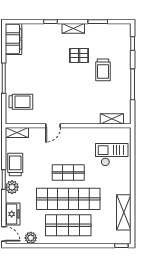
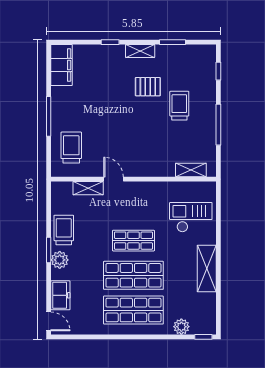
trolley: (103, 70) -> (179, 106), turned 180
trolley: (21, 102) -> (71, 148), turned -90
door: (53, 126) -> (113, 179), swing flipped
shelving: (17, 133) -> (88, 188), moved
shop shelf: (68, 199) -> (133, 275), width x0.71
shelving: (124, 212) -> (207, 268), moved
plant: (31, 238) -> (181, 327), moved

